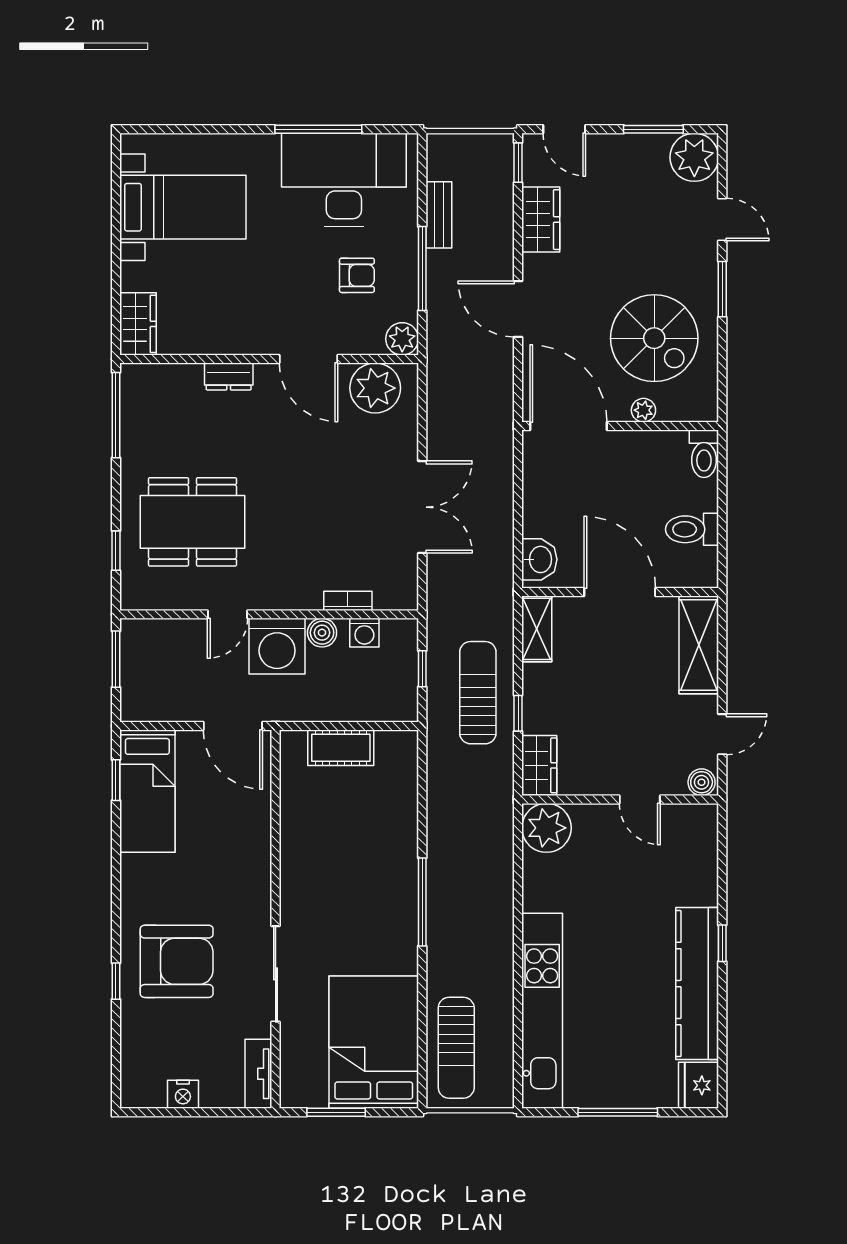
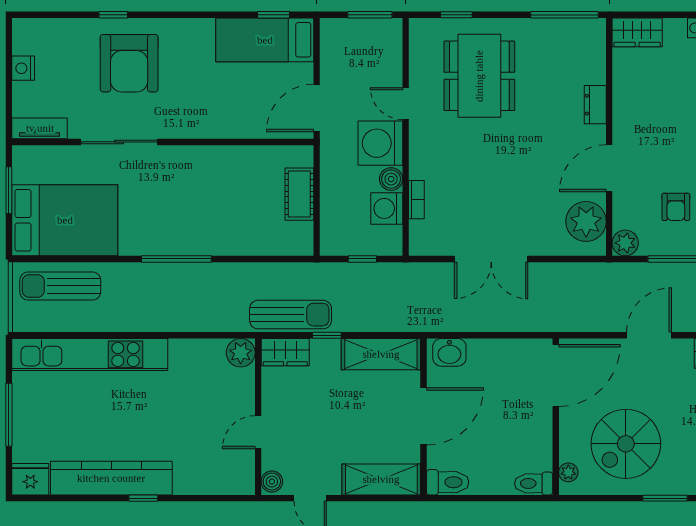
plant: (643, 410) -> (568, 472), moved
toilet: (692, 529) -> (448, 482), moved, turned 90
shelving: (537, 629) -> (381, 354), width x1.50, depth x1.33
washing machine: (364, 633) -> (387, 208), width x1.38, depth x1.38
sun lounger: (478, 693) -> (291, 315), moved
plant: (546, 828) -> (241, 353), width x0.73, depth x0.73

